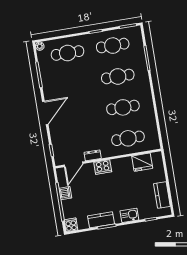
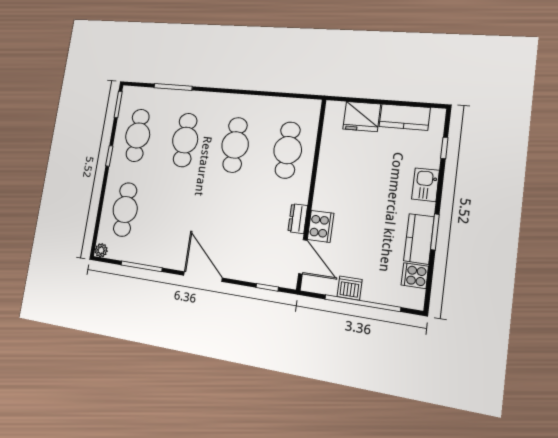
fridge: (142, 162) -> (362, 117), moved, turned 90
cooker: (103, 167) -> (321, 226), moved
cooker: (71, 225) -> (415, 276), moved

